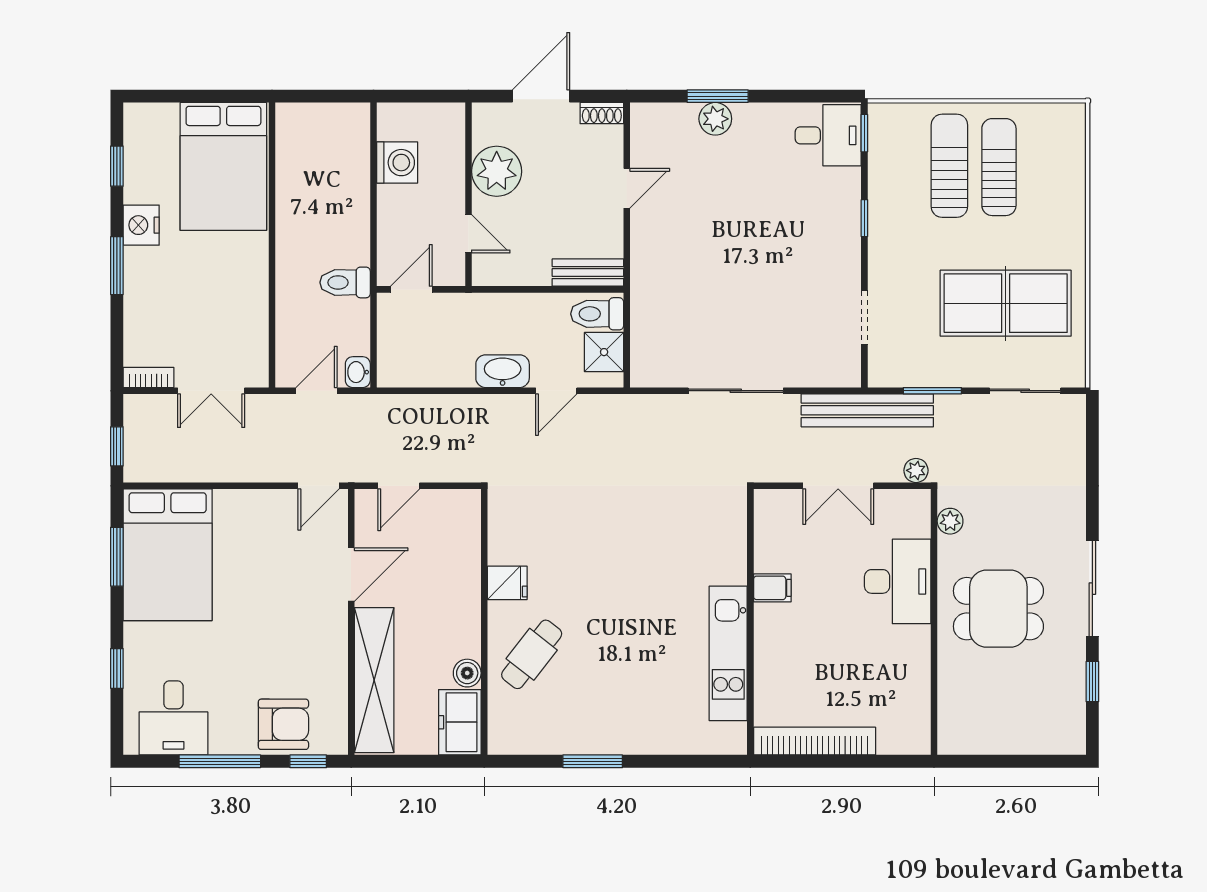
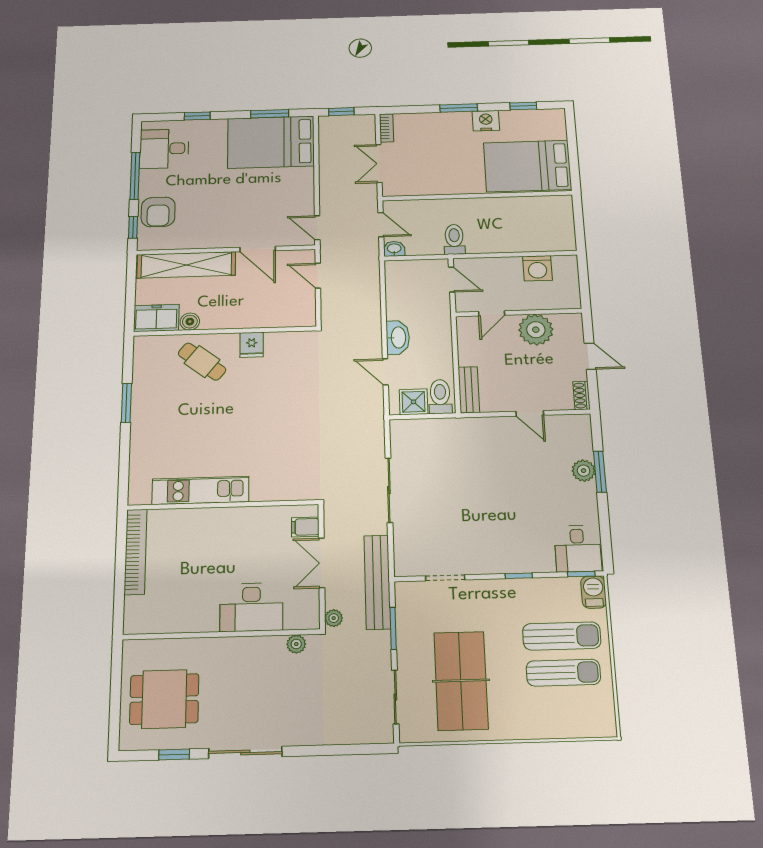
door: (541, 96) -> (590, 356), width x0.73
barbecue: (890, 119) -> (594, 592), added
filing cabinet: (772, 588) -> (305, 527), moved, turned 90
dining table: (998, 609) -> (164, 699), moved, turned 90

